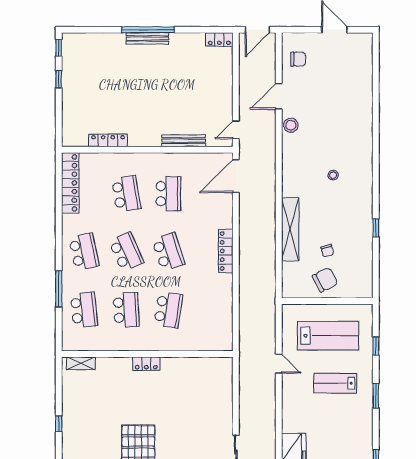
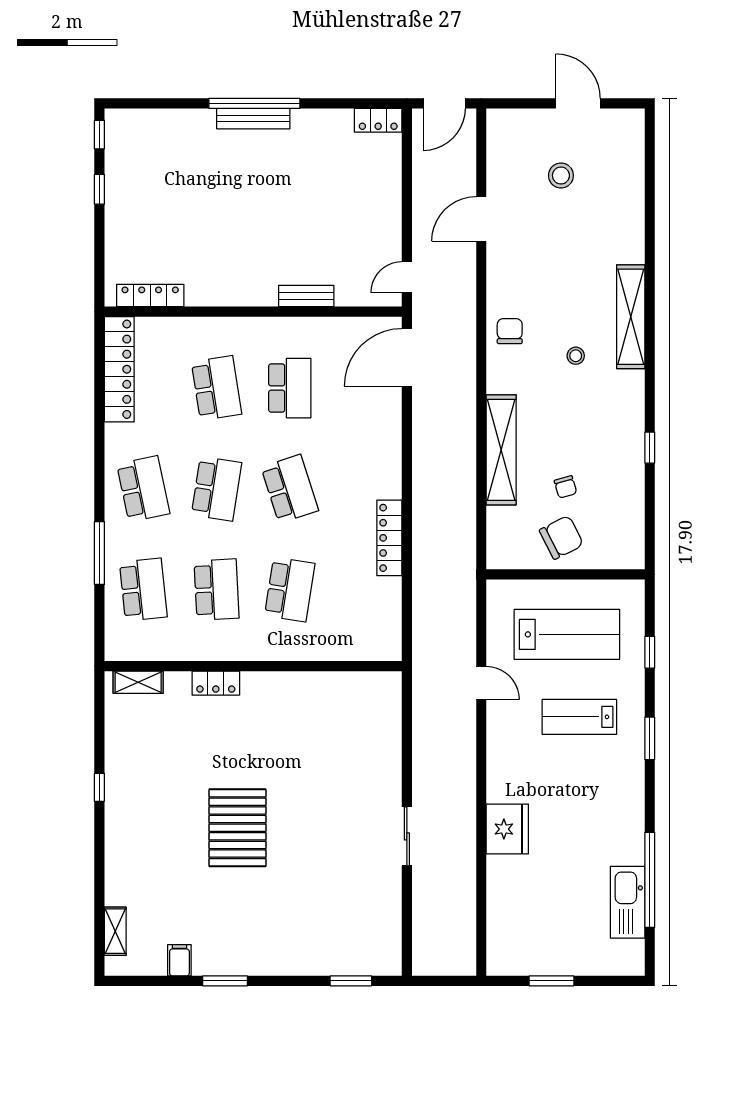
chair: (298, 59) -> (510, 331), moved, turned -90
stool: (291, 125) -> (561, 175), moved
locker: (108, 140) -> (150, 295), moved
bench: (184, 141) -> (306, 296), width x0.73
shelving: (365, 153) -> (631, 317), added
locker: (226, 251) -> (389, 538), moved
school desk: (126, 252) -> (217, 489), turned 33
locker: (146, 364) -> (216, 683), moved

